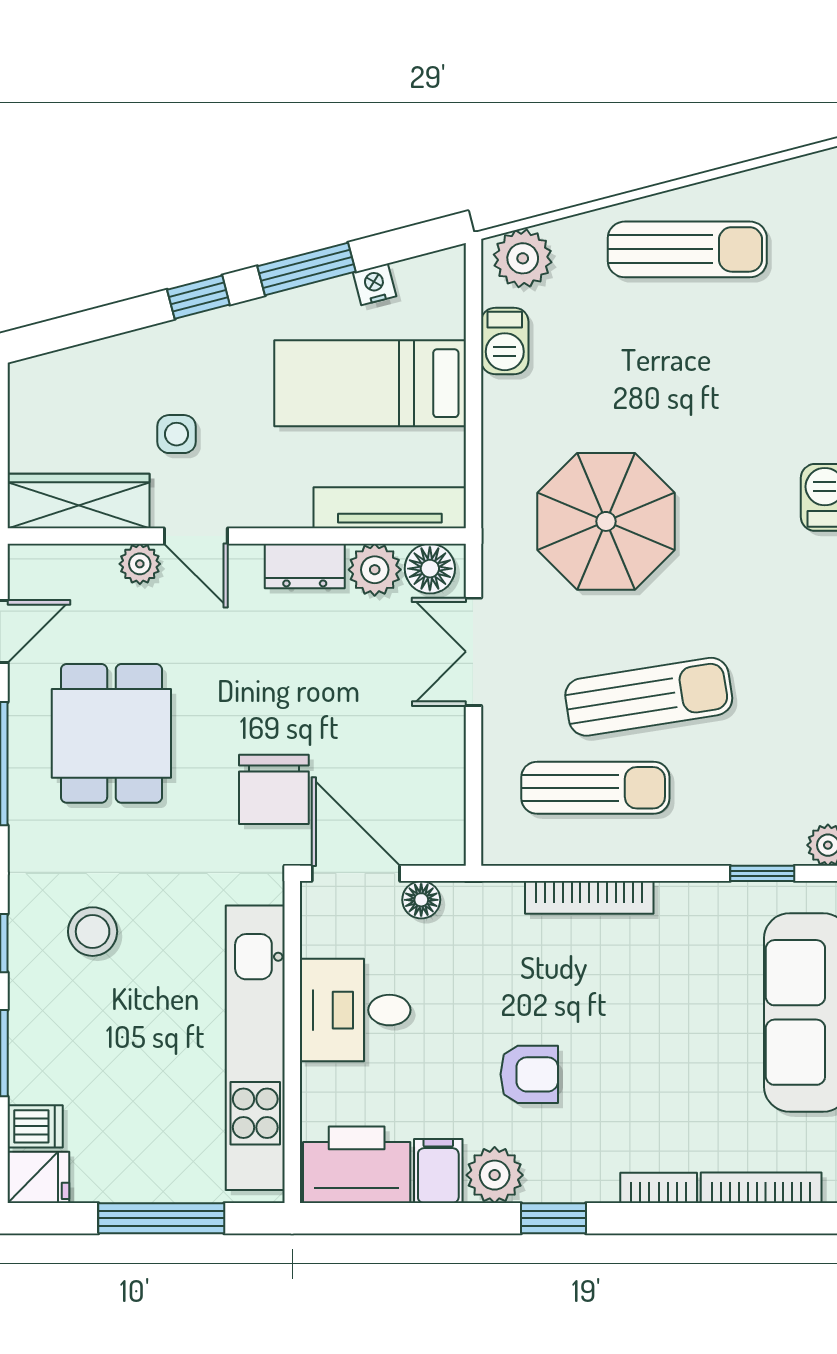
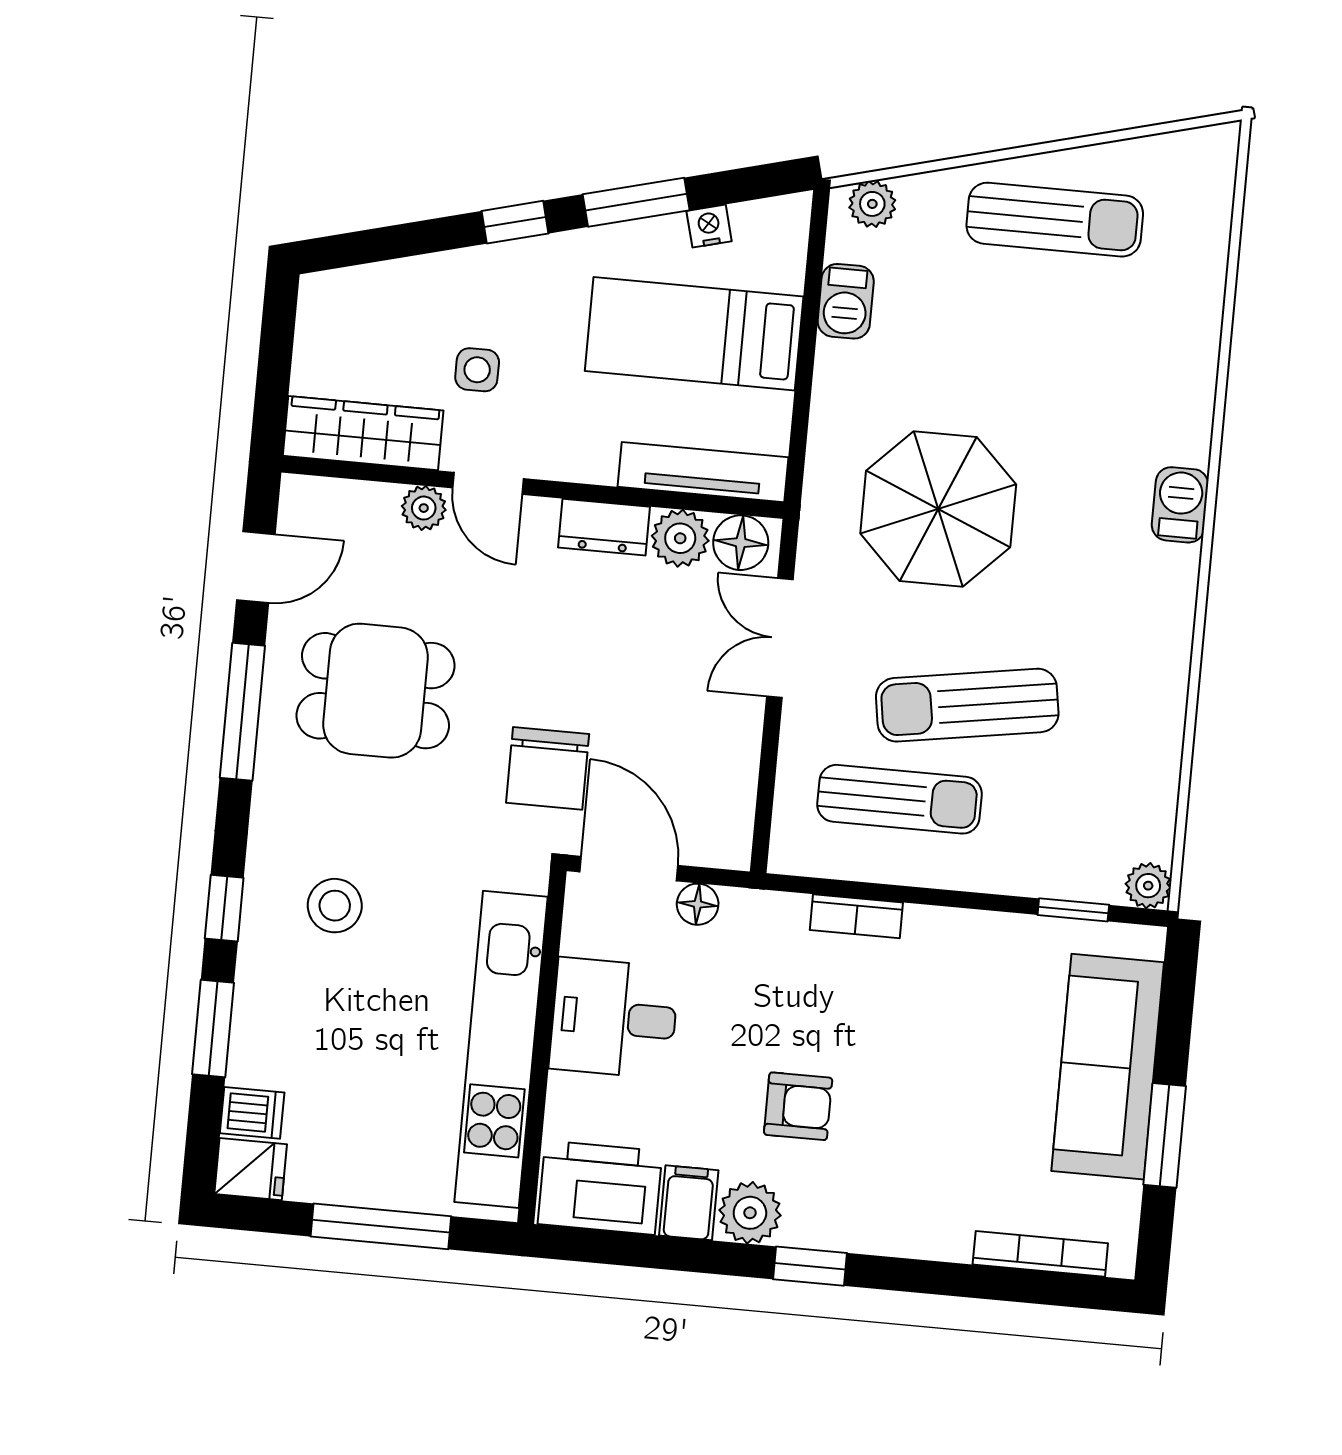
plant: (523, 258) -> (872, 204), width x0.73, depth x0.73
sun lounger: (649, 697) -> (967, 705), turned 180
dining table: (111, 733) -> (375, 691), turned 90
bookcase: (589, 897) -> (856, 916), width x0.64
bookcase: (659, 1188) -> (928, 1244), removed

